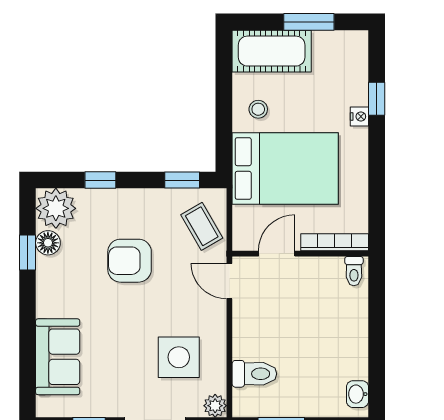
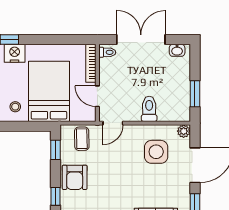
nightstand: (359, 116) -> (15, 53), width x1.89, depth x1.79
coffee table: (202, 226) -> (82, 139), turned -61
armchair: (130, 261) -> (75, 177), moved
double door: (377, 330) -> (141, 39), added
toilet: (254, 374) -> (149, 109), moved

